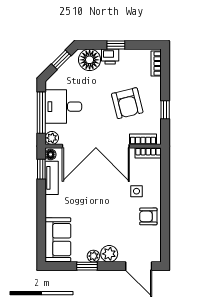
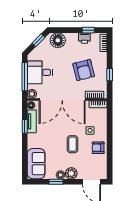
window: (116, 45) -> (88, 30), moved
printer: (110, 57) -> (84, 38), moved
window: (41, 169) -> (25, 126), moved
coffee table: (111, 211) -> (72, 144), added

